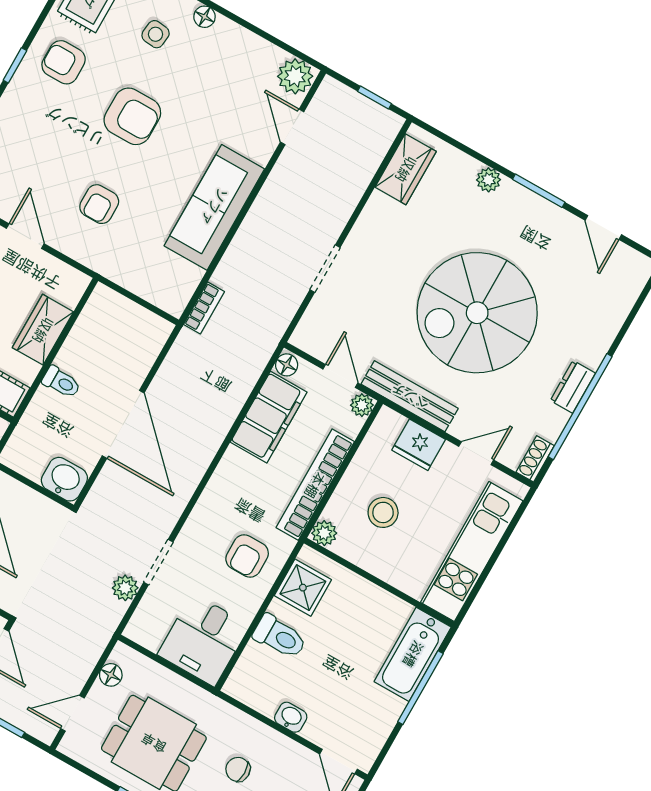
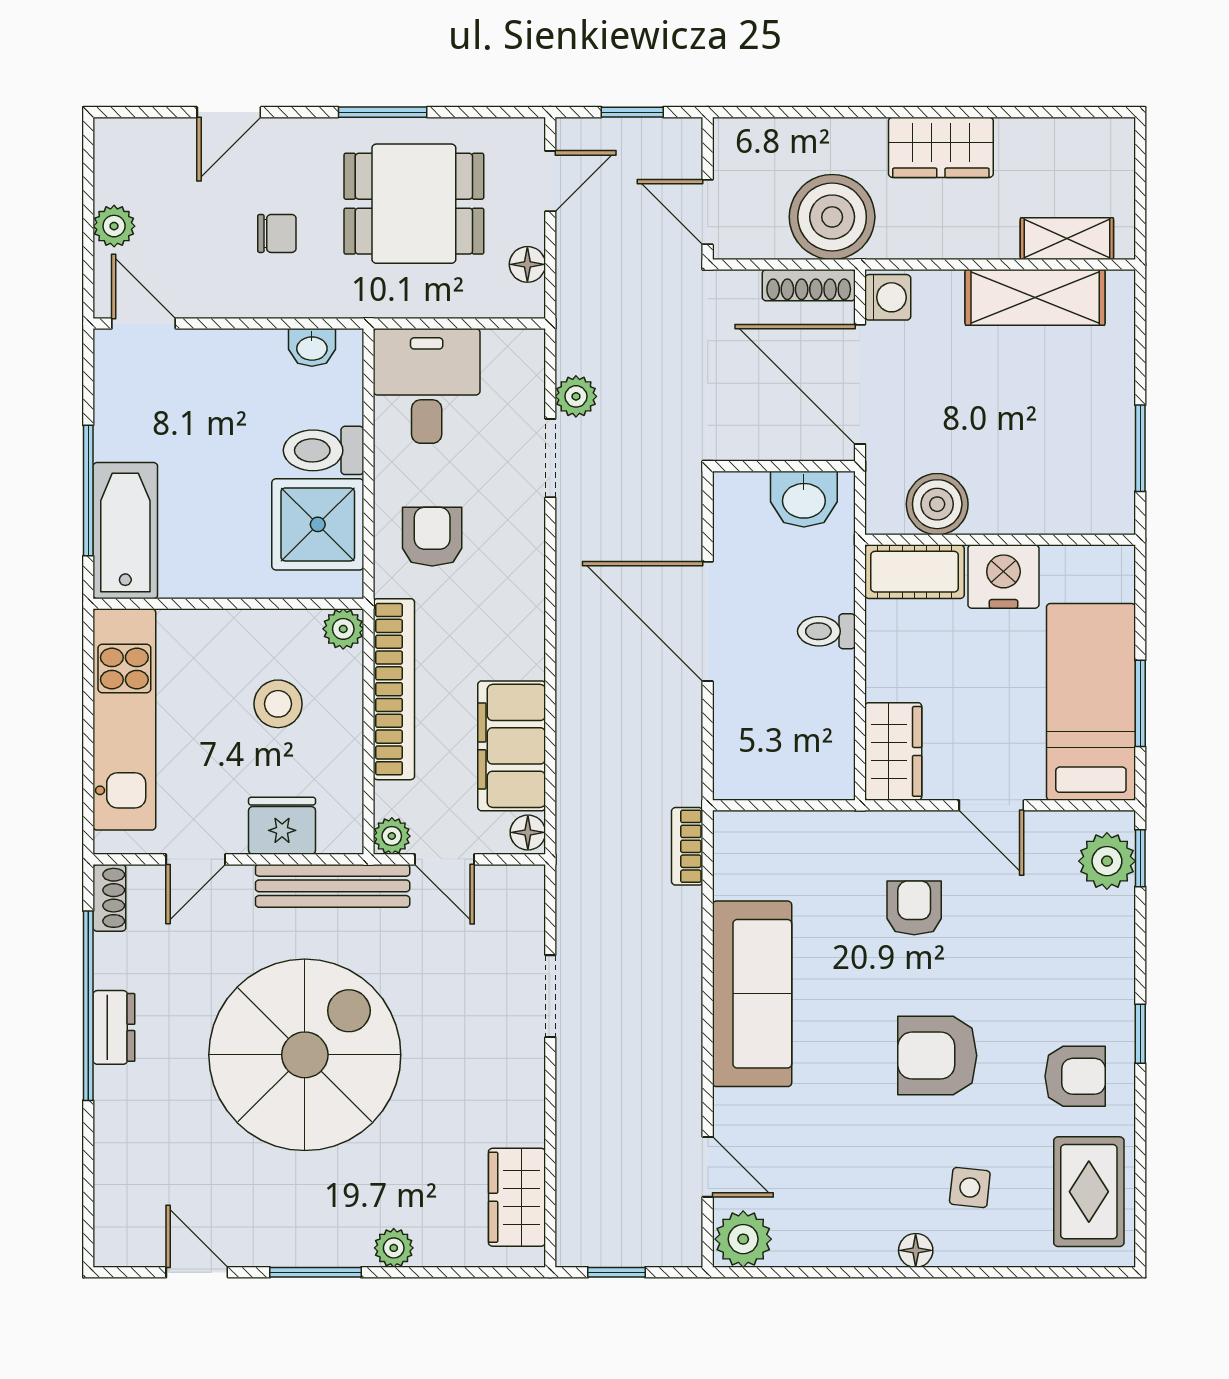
wardrobe: (43, 330) -> (893, 751), moved
washbasin: (64, 479) -> (804, 499), moved
shower: (303, 588) -> (318, 524), width x1.36, depth x1.36
washbasin: (291, 717) -> (312, 347), moved

